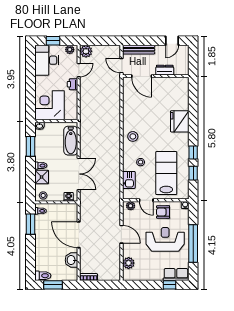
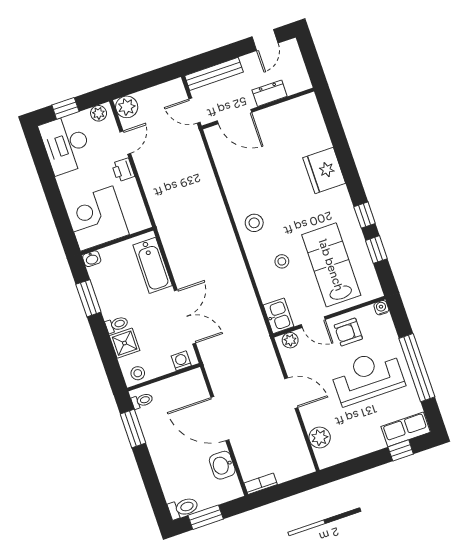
kitchen sink: (129, 180) -> (278, 316), moved

